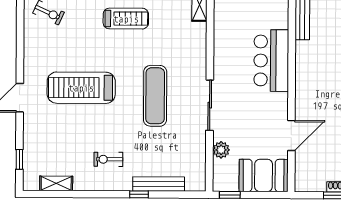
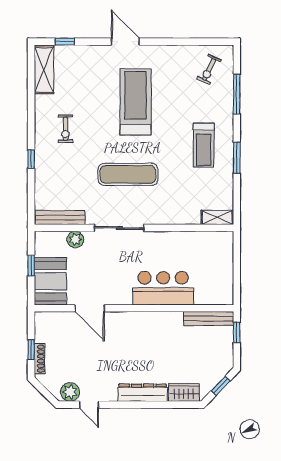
exercise bike: (108, 159) -> (65, 129), turned 180
shelving: (56, 183) -> (44, 70), width x1.50, depth x1.33
bench: (159, 184) -> (60, 218), moved, turned 90
window: (230, 195) -> (31, 265), moved

